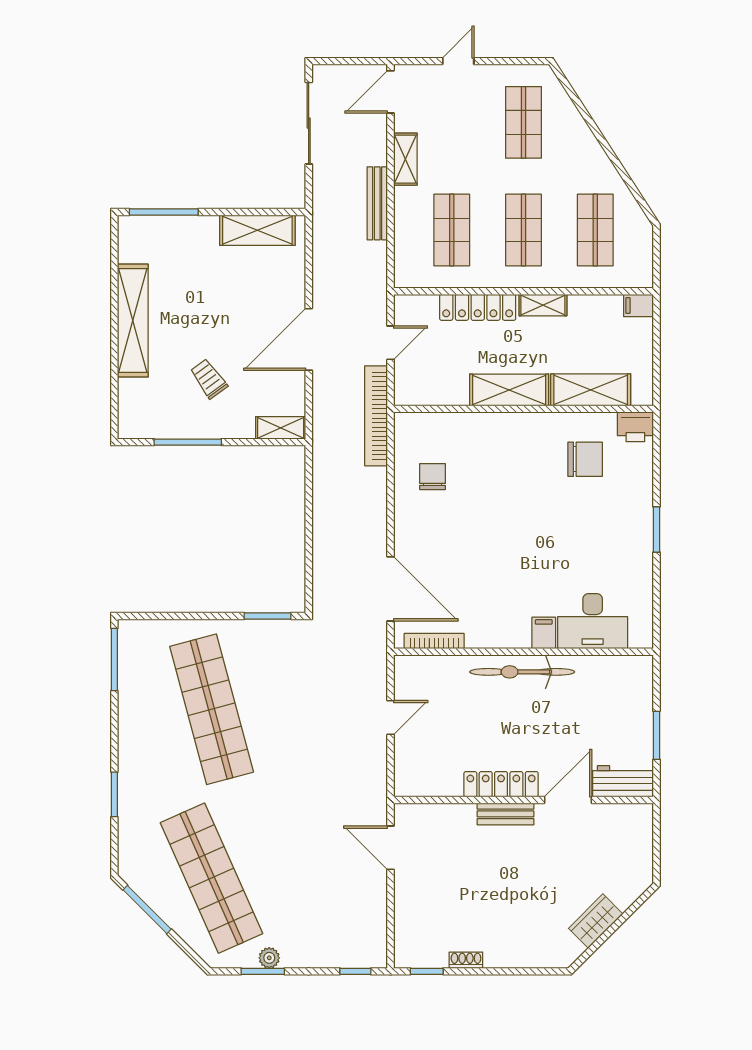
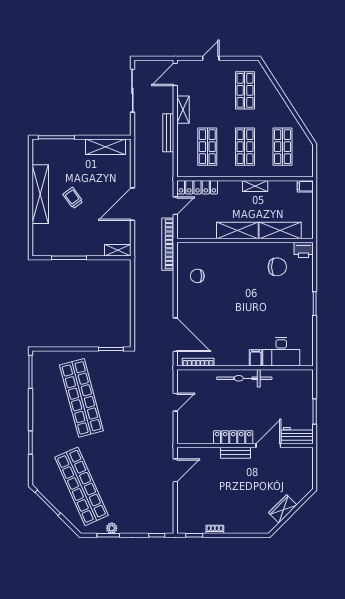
locker: (478, 307) -> (197, 187), moved
trolley: (209, 379) -> (73, 198), moved
chair: (432, 477) -> (197, 276), turned -90
door: (391, 848) -> (175, 470), swing flipped

